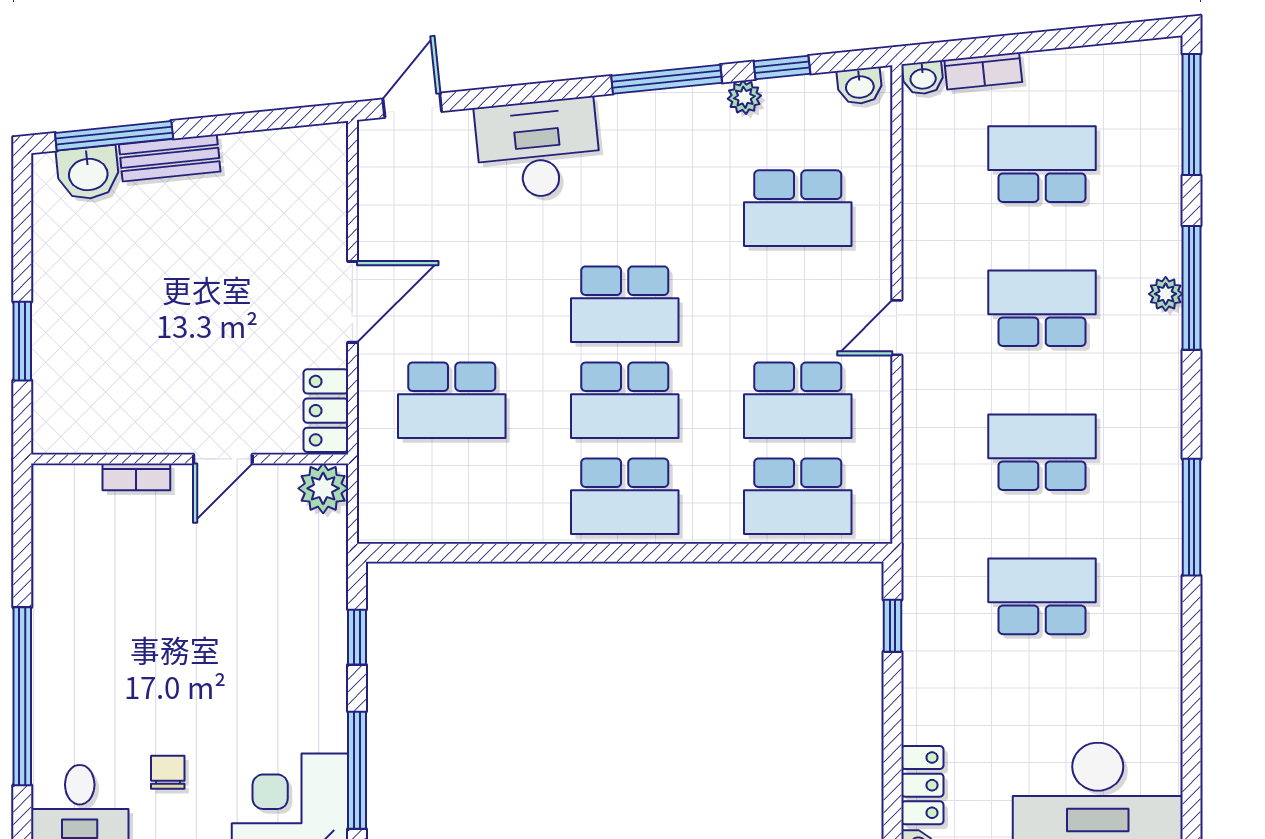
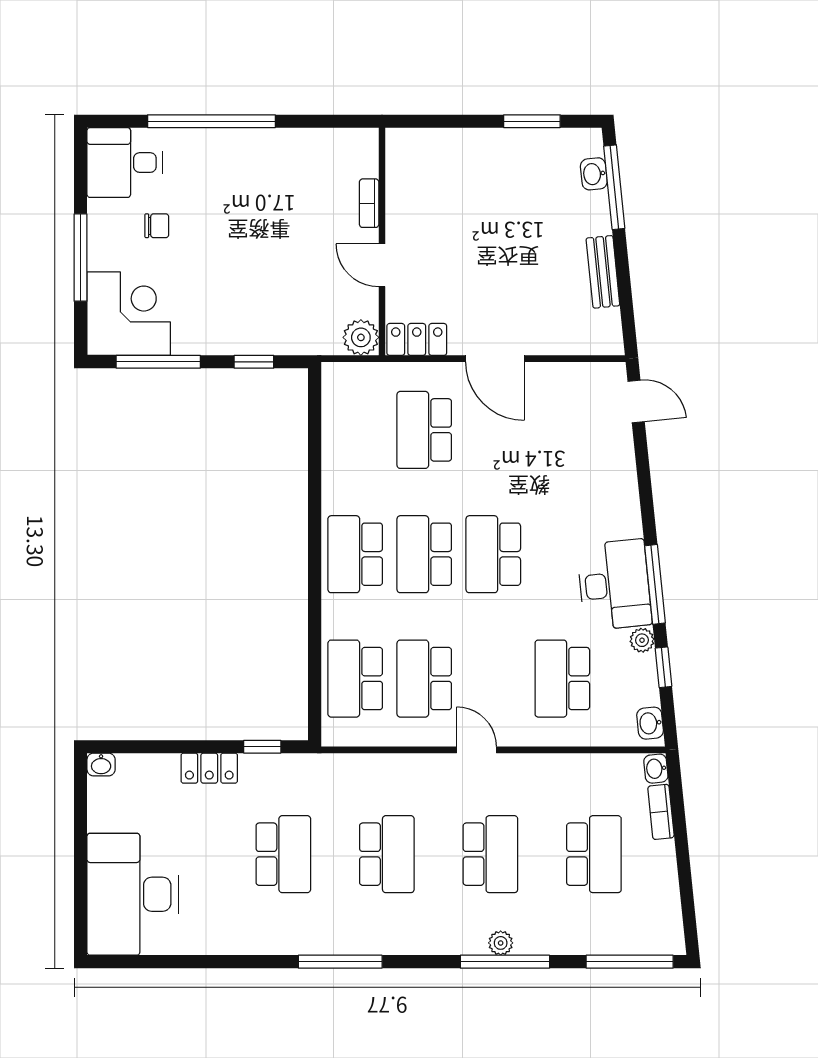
desk: (538, 149) -> (614, 585), moved
bench: (170, 158) -> (603, 272), moved
washbasin: (88, 173) -> (594, 174), width x0.72, depth x0.69
window: (22, 341) -> (532, 121), moved
locker: (922, 785) -> (209, 768), moved

